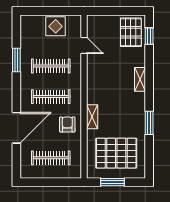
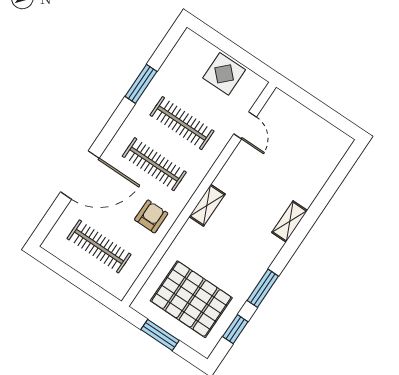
pallet: (131, 32) -> (320, 150), removed
window: (149, 36) -> (235, 329), moved
shelving: (92, 117) -> (207, 205), moved

